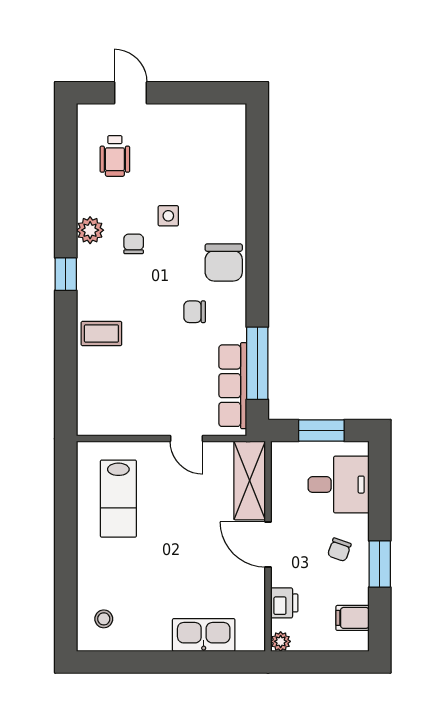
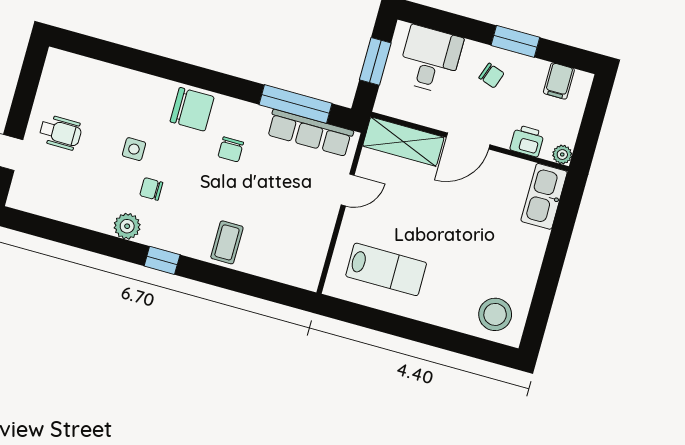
wheelchair: (115, 156) -> (60, 132), moved
stool: (104, 619) -> (495, 314), width x1.89, depth x1.89
kitchen sink: (204, 635) -> (544, 196), moved

